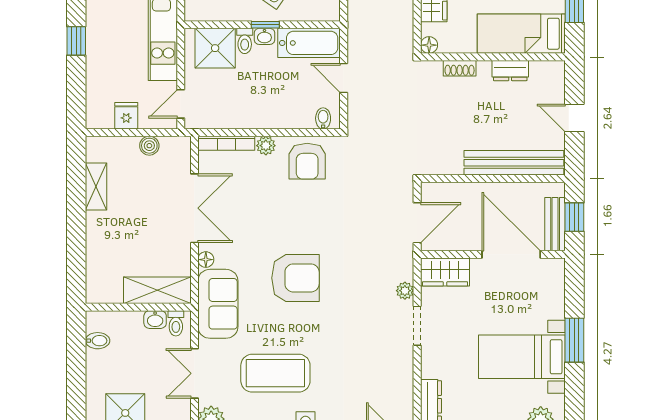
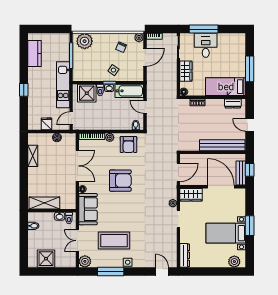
dresser: (510, 71) -> (233, 103), moved
armchair: (295, 278) -> (120, 181), moved
shelving: (157, 290) -> (44, 203), moved

